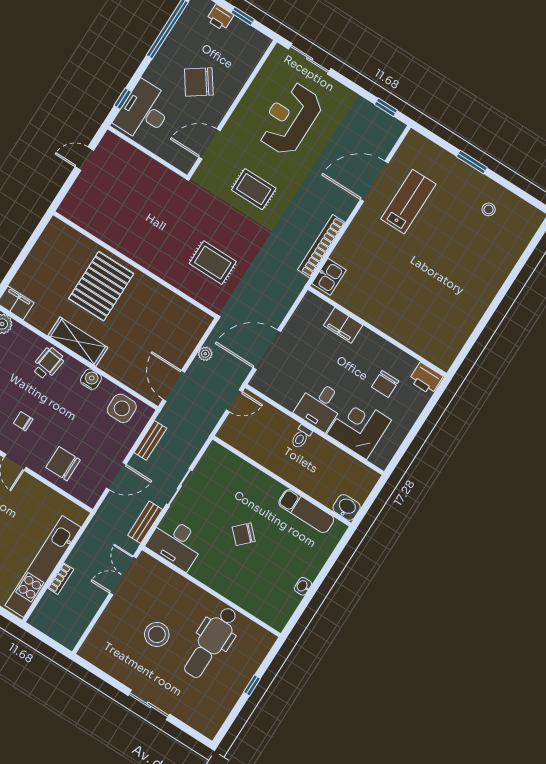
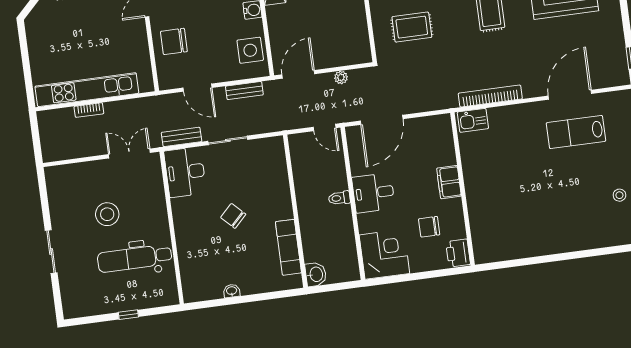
door: (374, 181) -> (570, 95), hinge flipped
lab bench: (408, 202) -> (576, 132), turned 180
rug: (213, 263) -> (412, 27), turned 90
filing cabinet: (343, 325) -> (449, 182), moved
door: (267, 350) -> (382, 120), swing flipped
corner desk: (359, 427) -> (384, 254), moved
chair: (63, 464) -> (174, 41), turned -90

